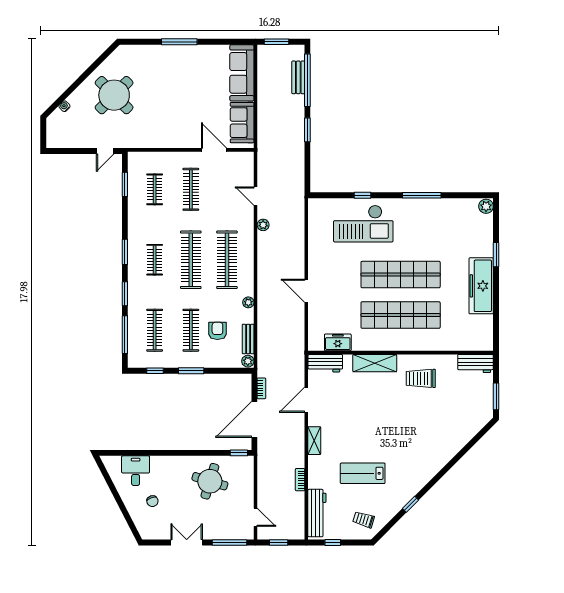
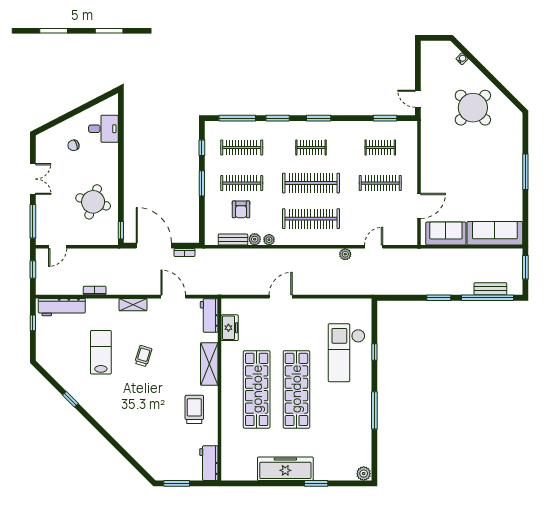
armchair: (217, 331) -> (241, 209), turned 90
plant: (248, 361) -> (255, 239), moved
trolley: (364, 520) -> (143, 356), moved

